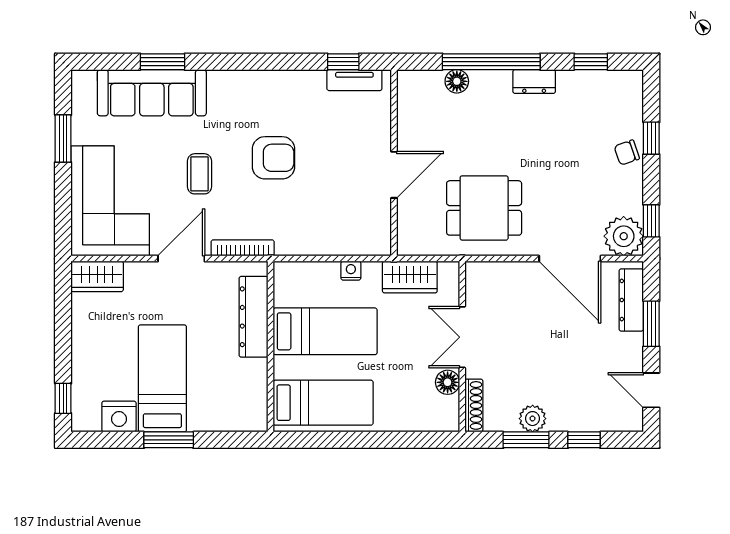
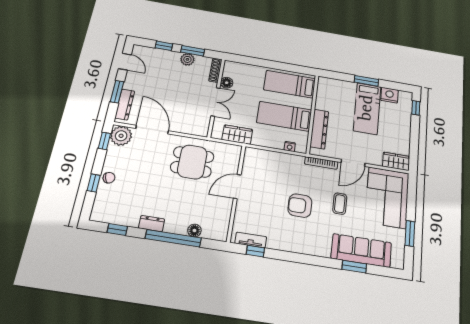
nightstand: (351, 271) -> (290, 146), moved

